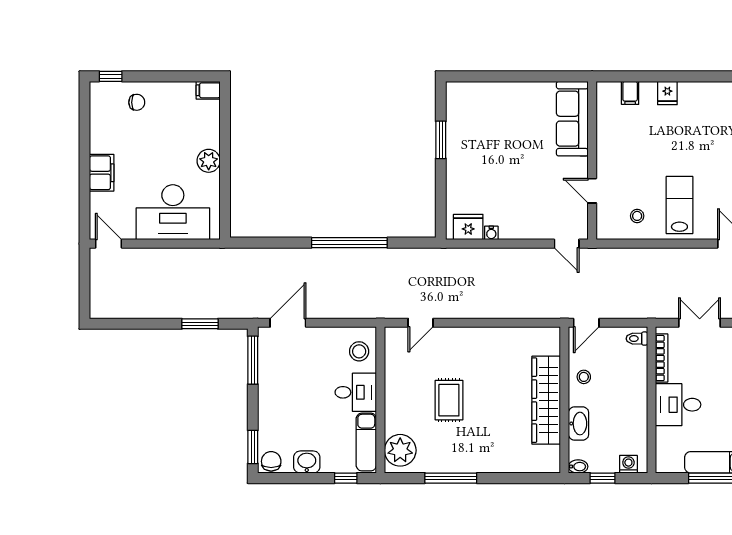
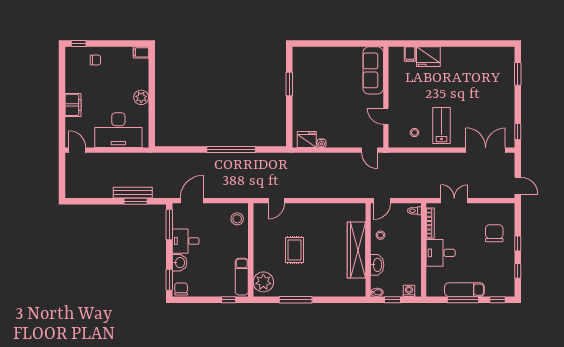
fridge: (667, 93) -> (428, 57), width x1.88, depth x1.34
bench: (196, 310) -> (133, 193), added
desk: (356, 392) -> (186, 241), moved, turned 180
washbasin: (307, 462) -> (180, 263), moved, turned 90

